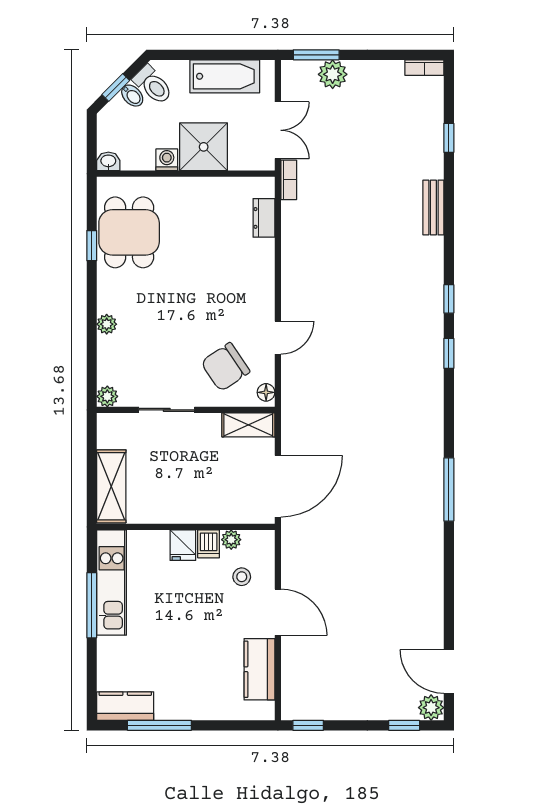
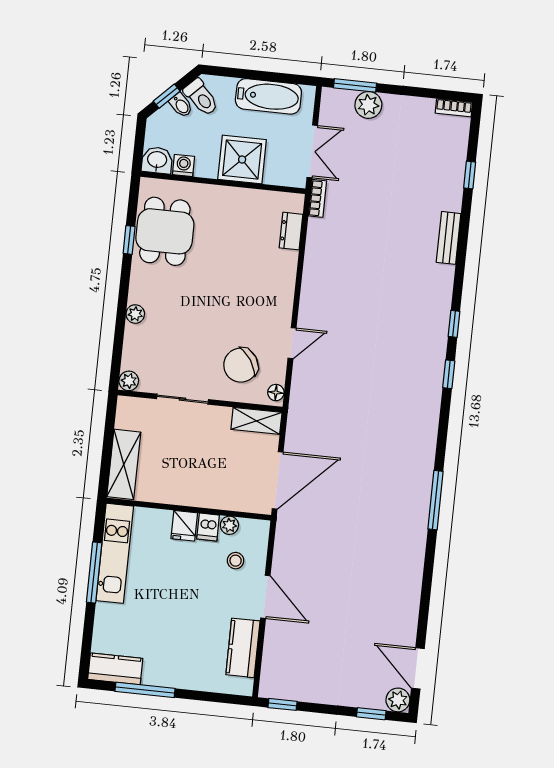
washing machine: (167, 160) -> (184, 165), moved
washbasin: (108, 161) -> (157, 160), width x1.38, depth x1.45

